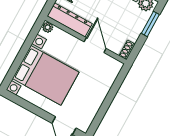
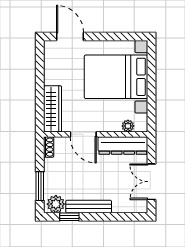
plant: (48, 27) -> (128, 126), moved
wardrobe: (108, 78) -> (53, 109), added

